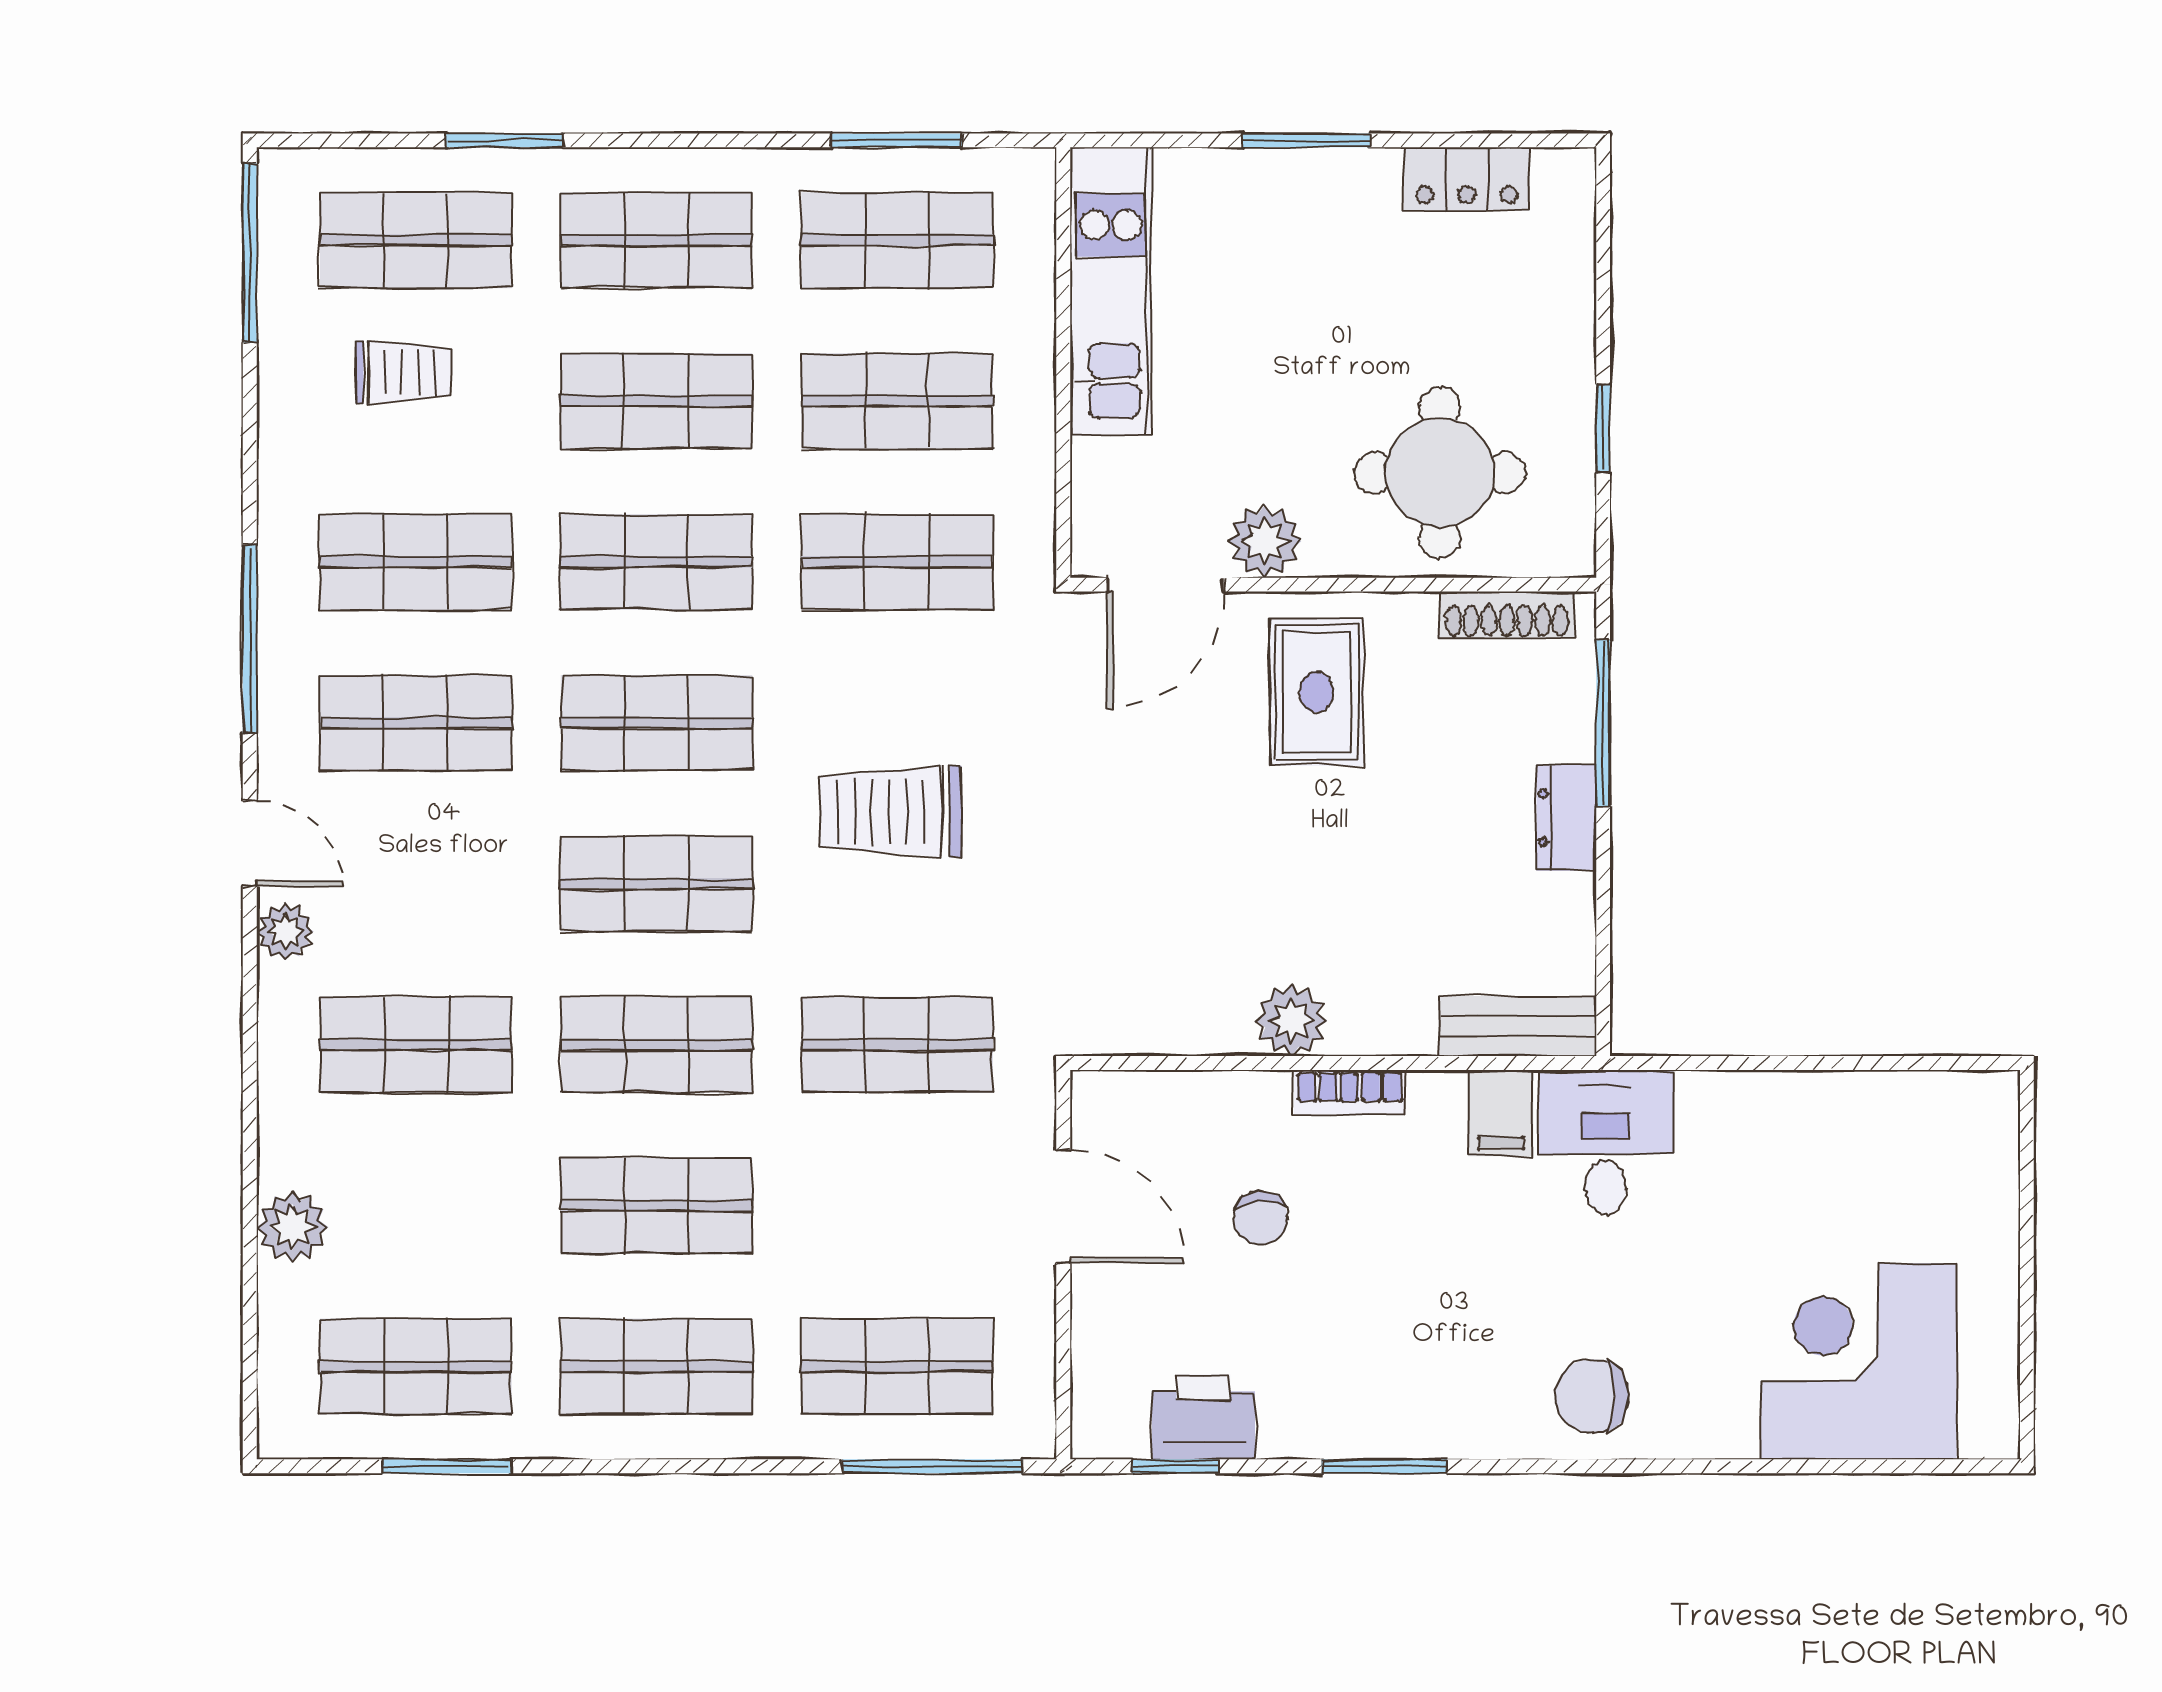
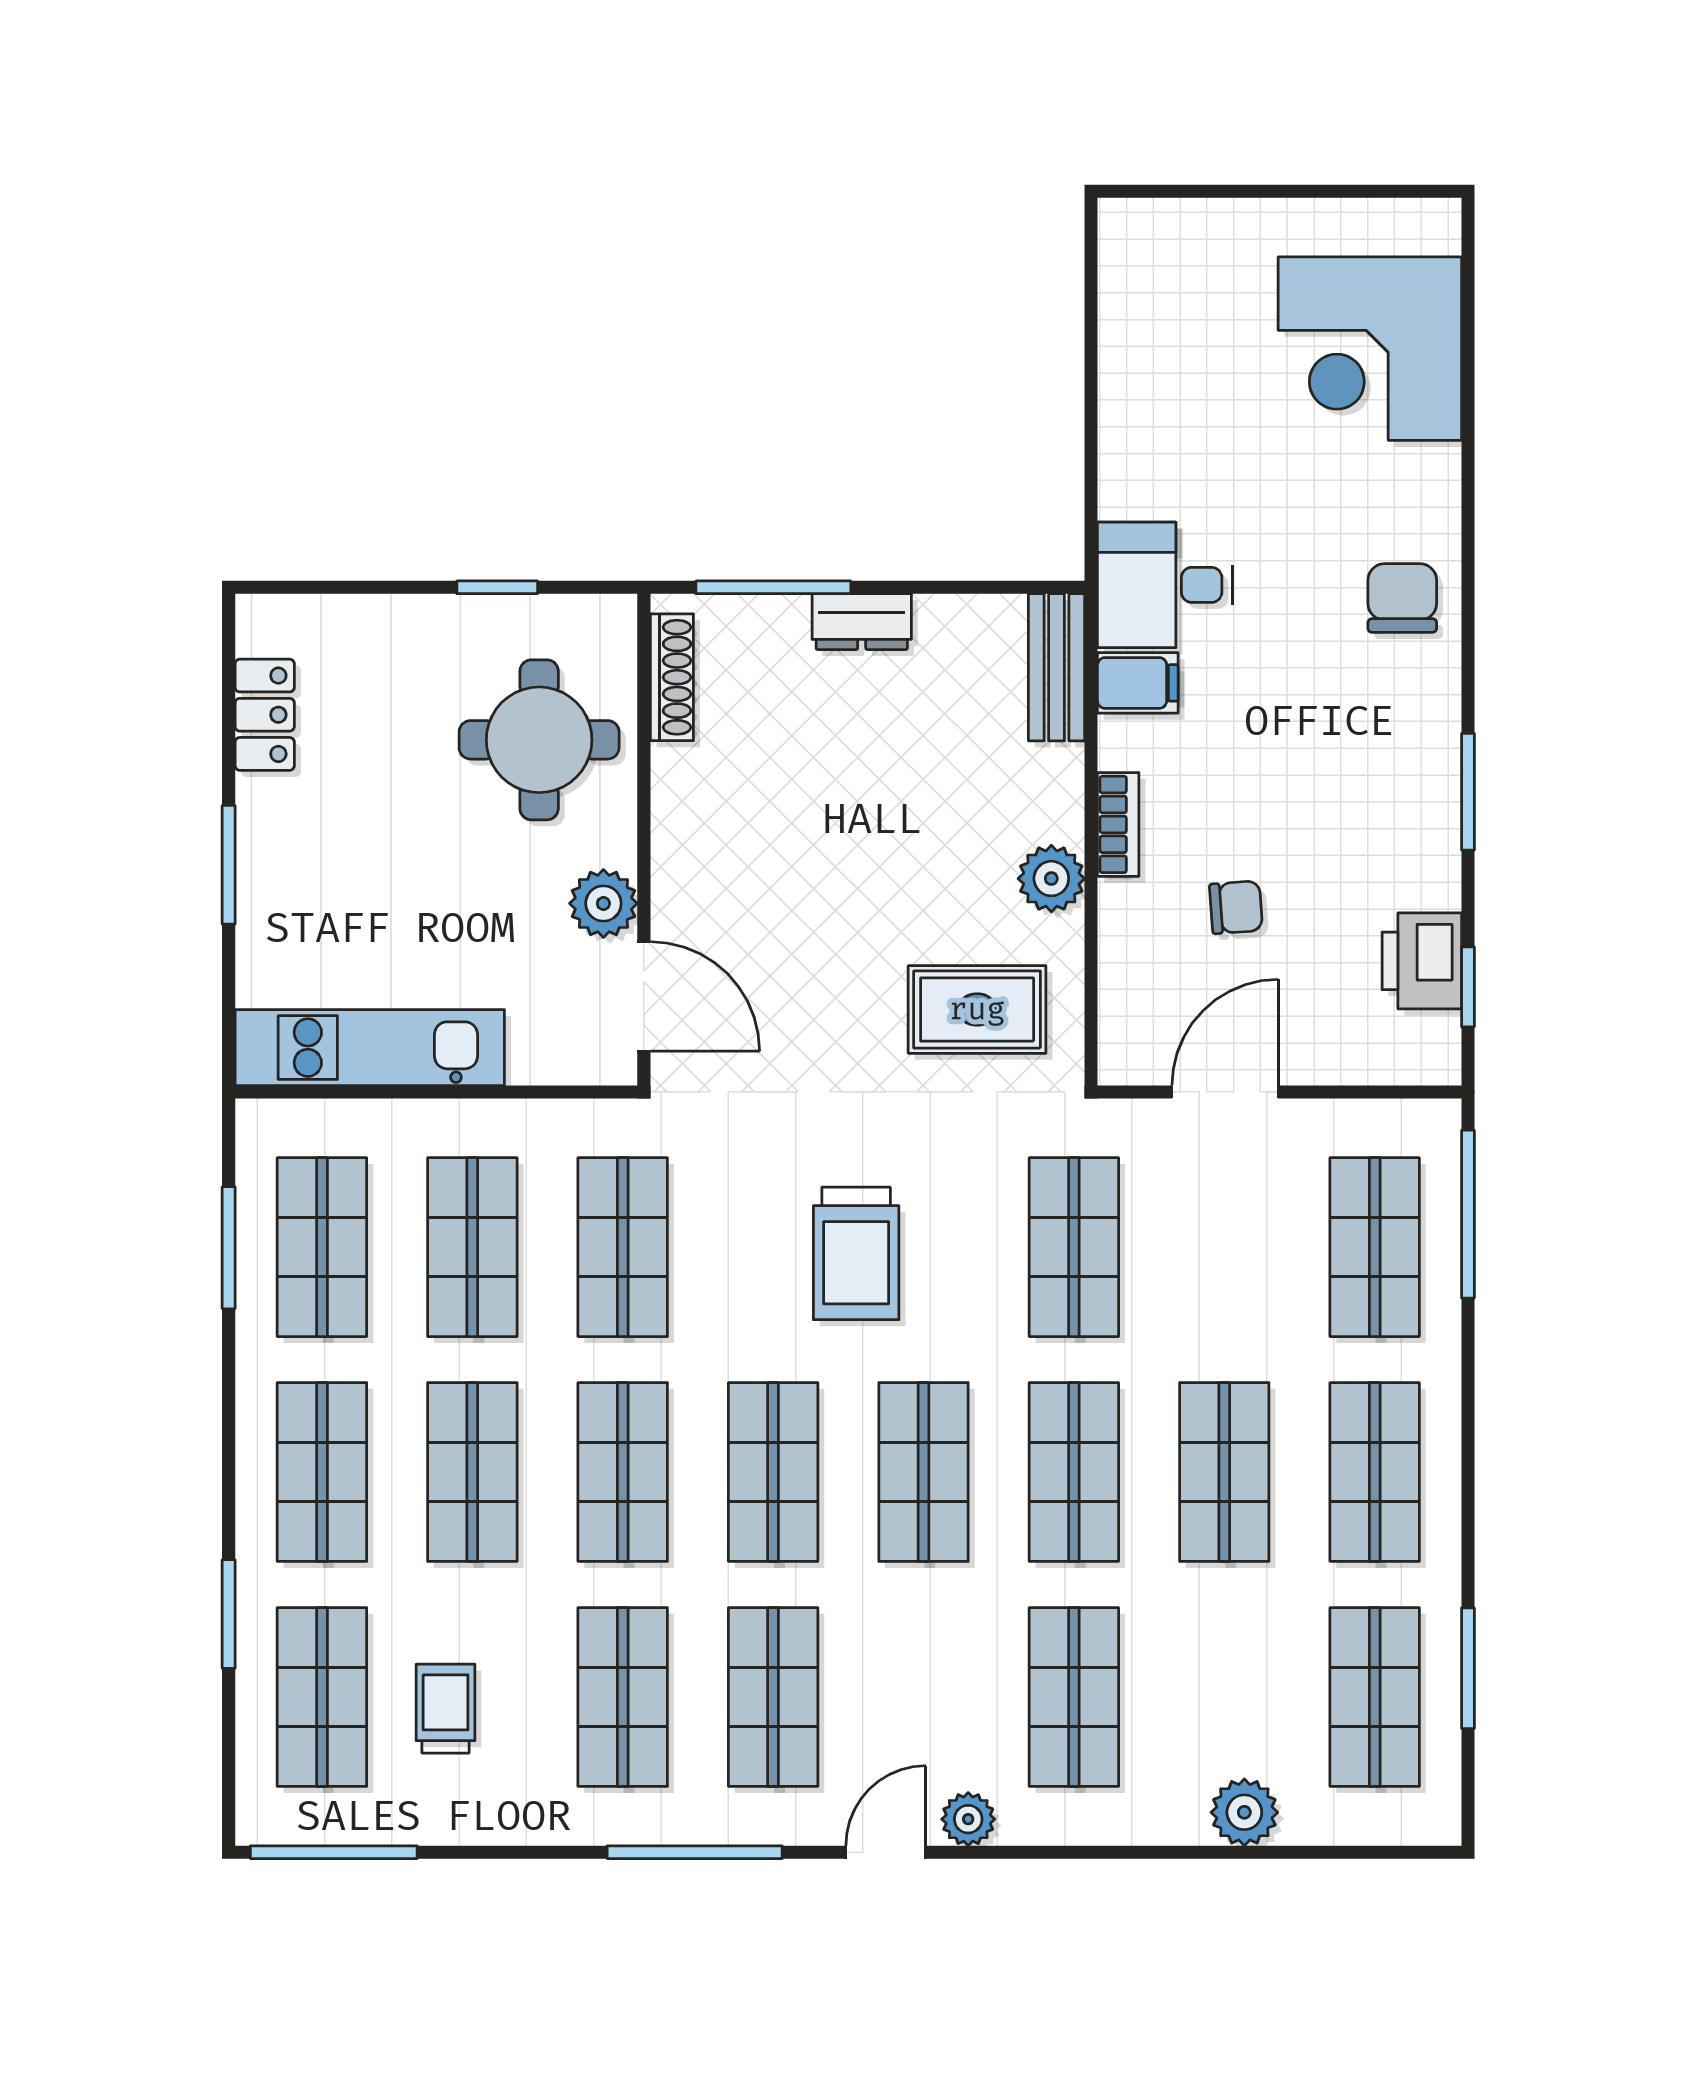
rug: (1317, 692) -> (977, 1010), moved
chair: (1592, 1396) -> (1402, 598), turned 180

